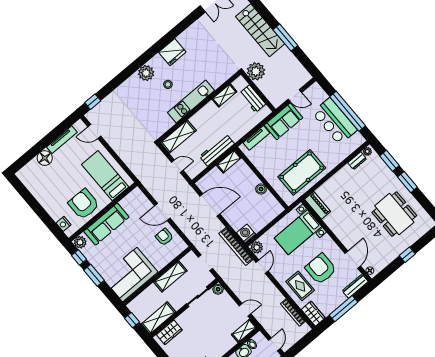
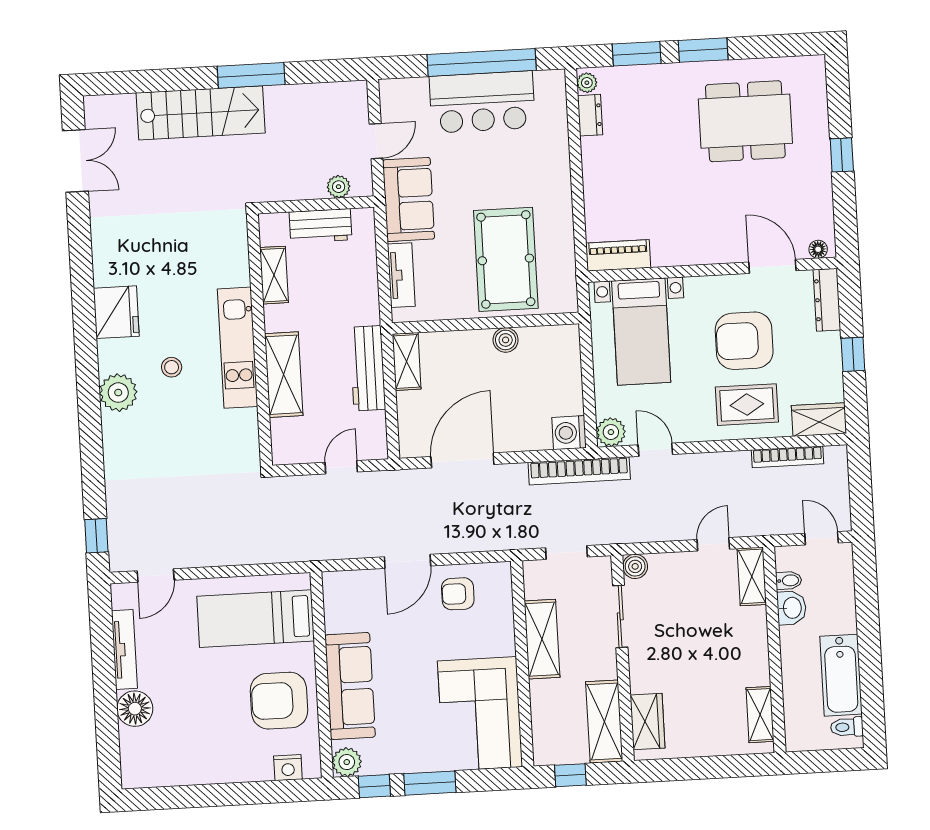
plant: (256, 71) -> (339, 187), moved, width x0.53, depth x0.53
shelving: (178, 137) -> (284, 375), moved
pool table: (302, 172) -> (506, 259), moved
window: (344, 309) -> (853, 354), width x0.46

